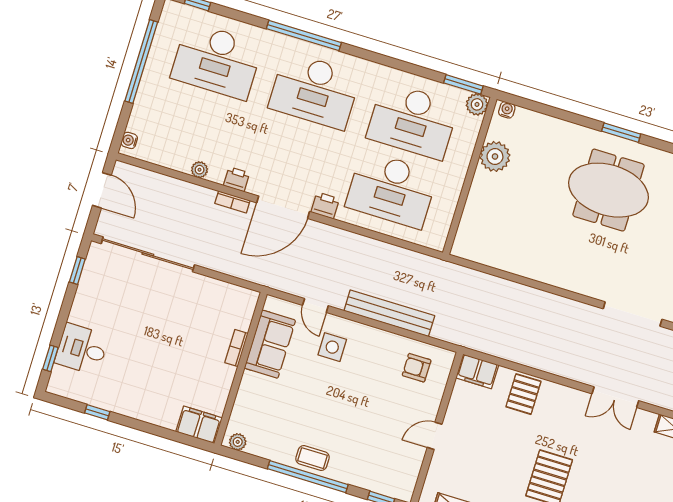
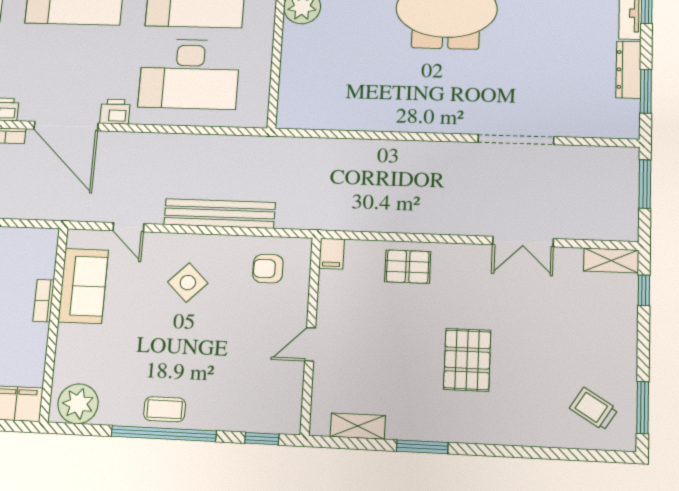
door: (283, 207) -> (66, 126), hinge flipped
side table: (332, 347) -> (188, 283), moved, turned 45
filing cabinet: (477, 371) -> (332, 254), width x0.50
pallet: (523, 394) -> (408, 267), turned 90
plant: (238, 442) -> (78, 404), width x1.88, depth x1.88

